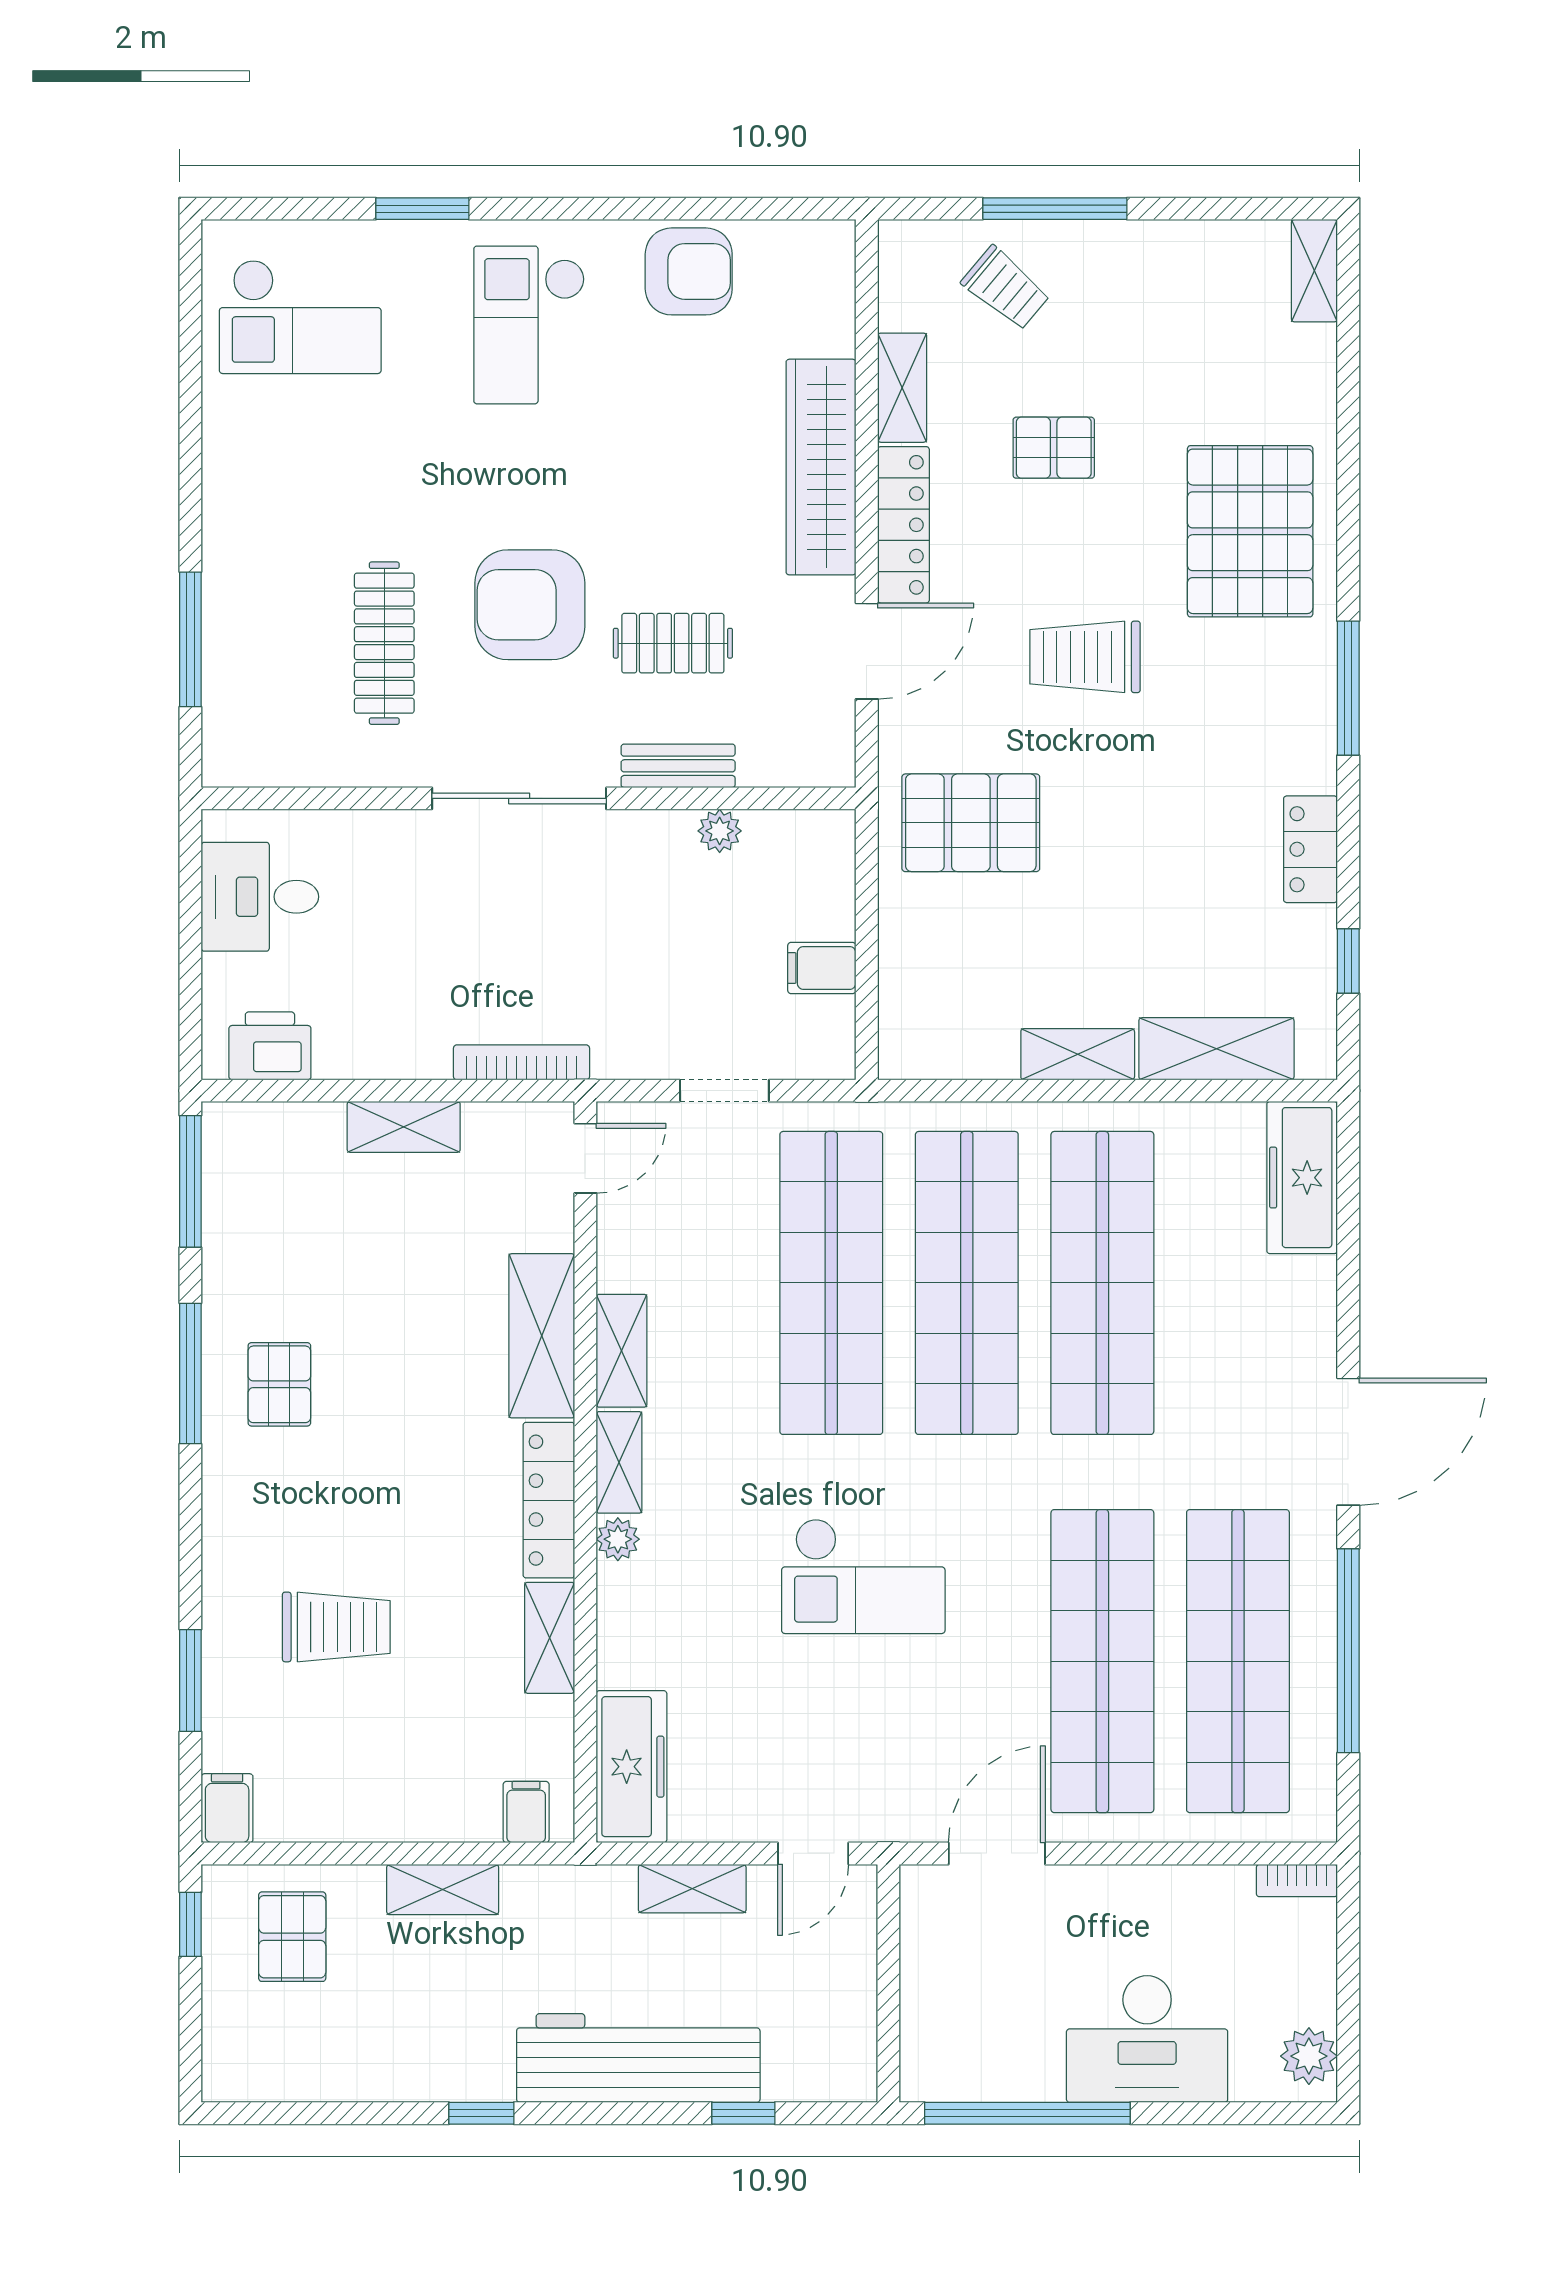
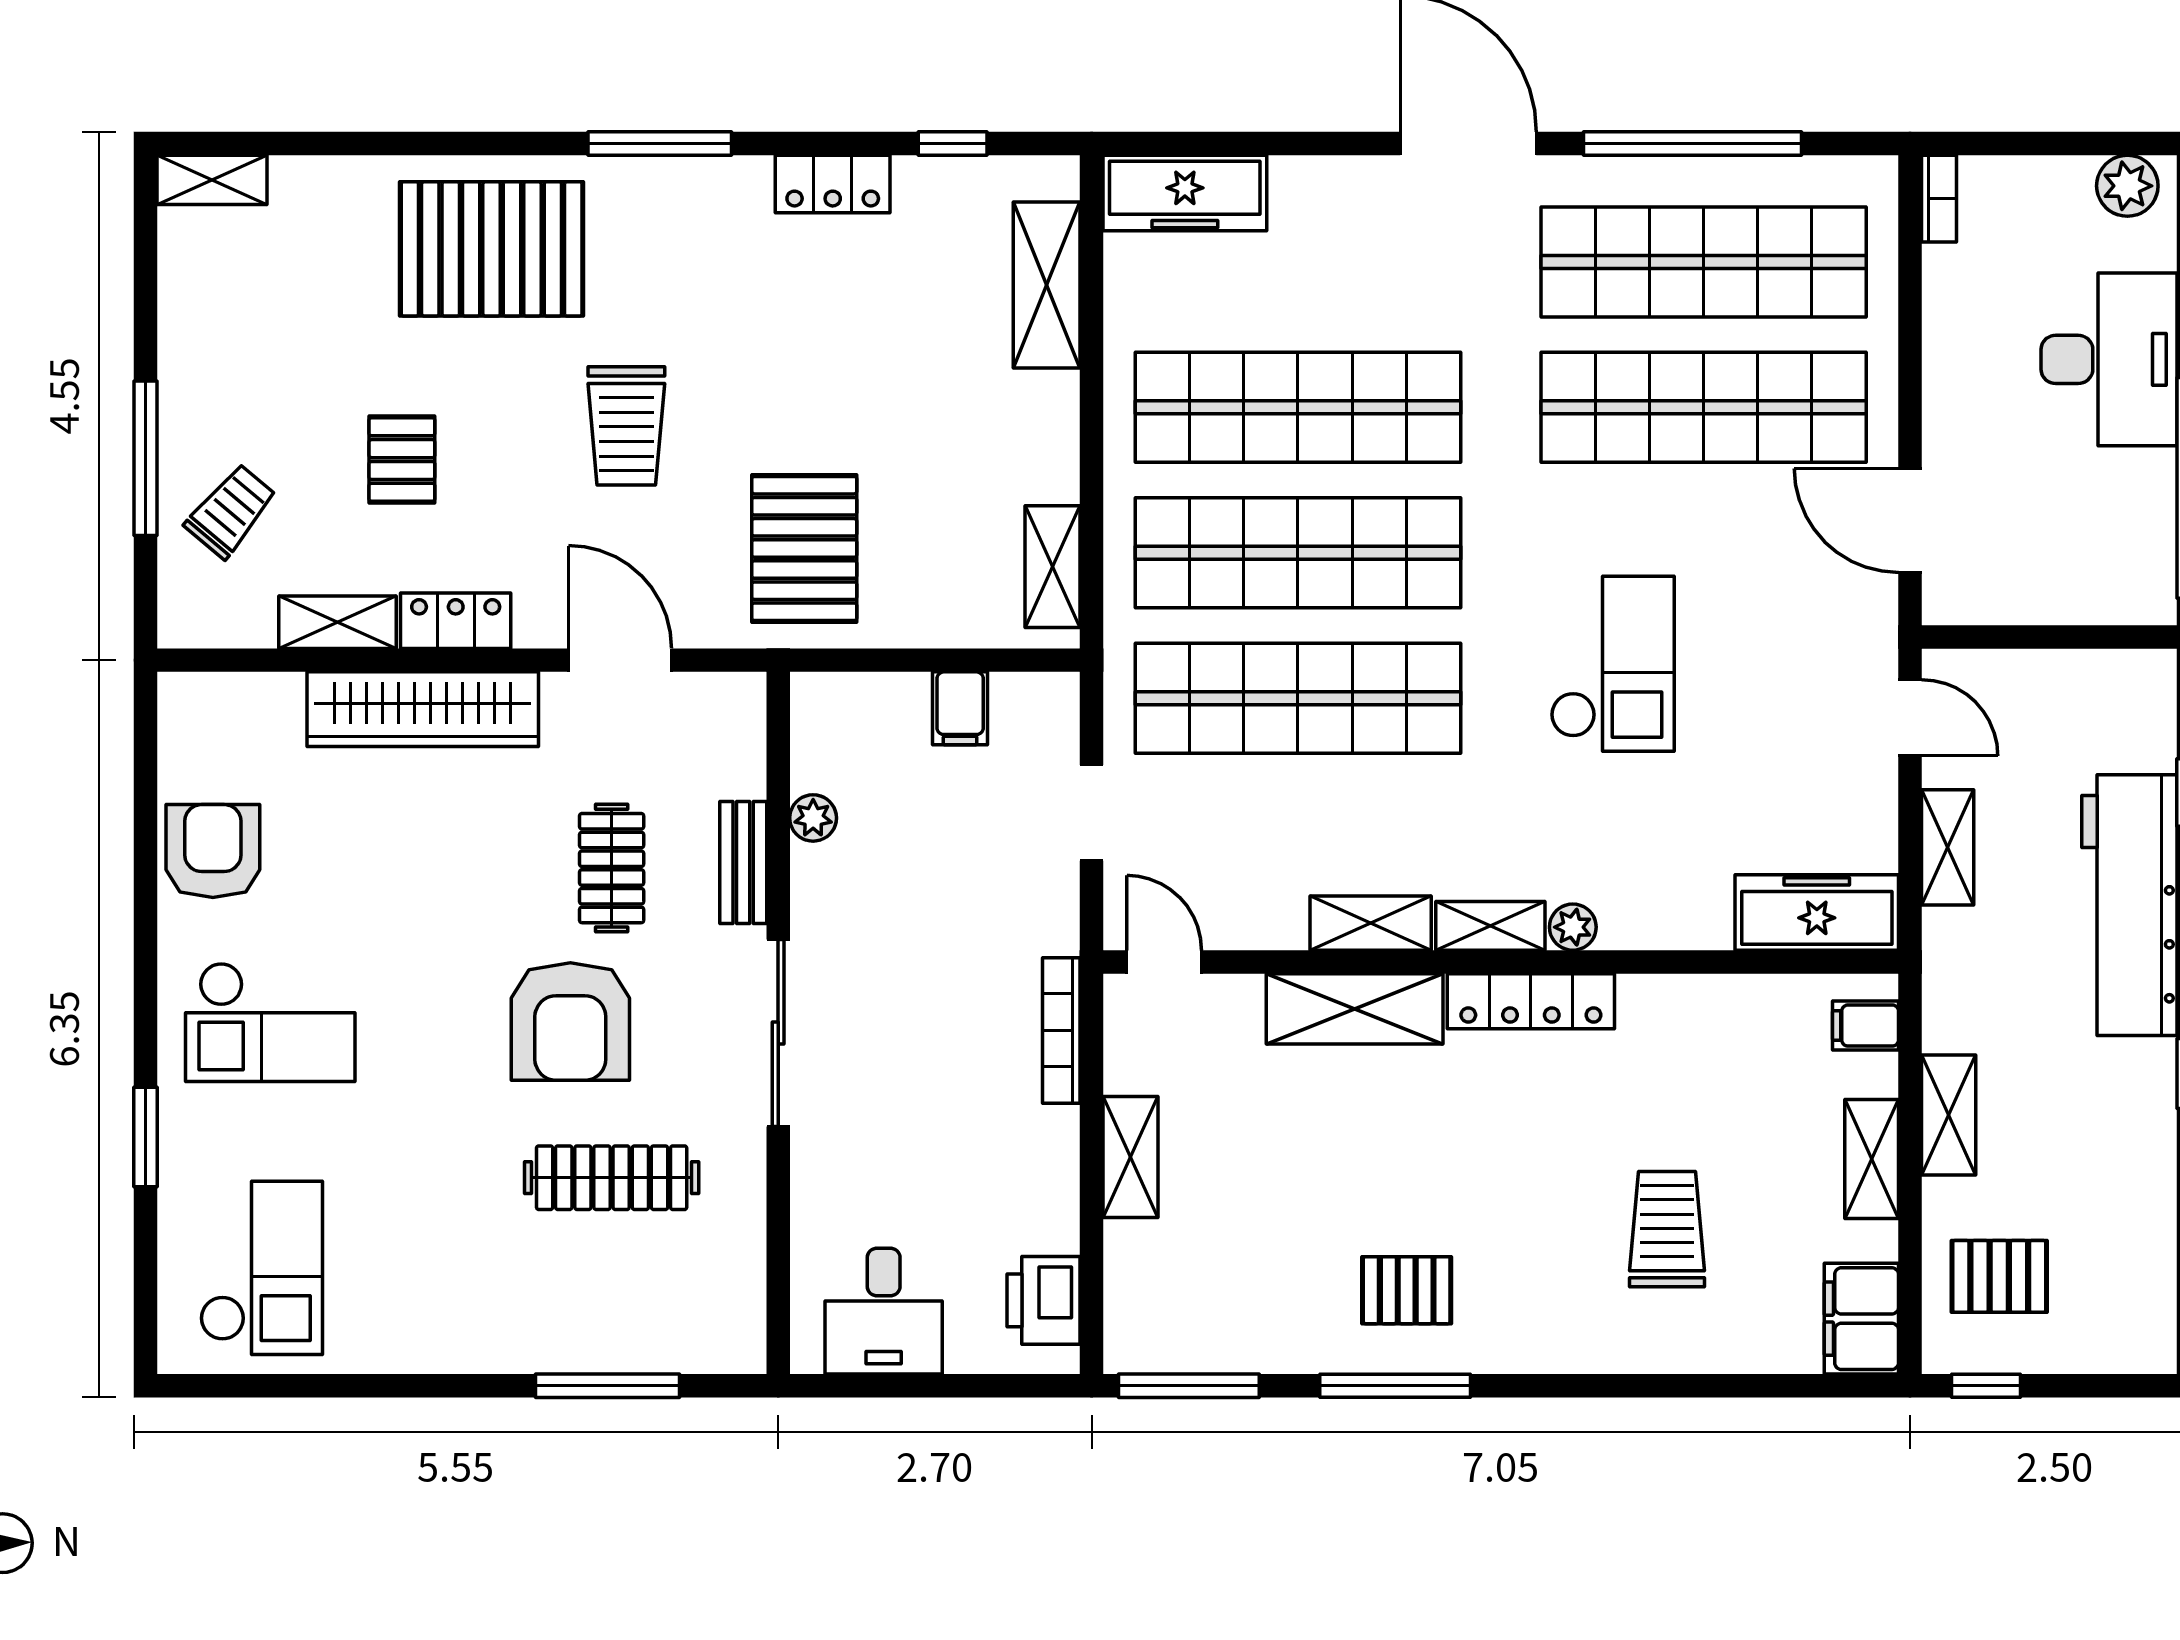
locker: (903, 525) -> (456, 621), width x0.66
shelving: (1078, 1054) -> (1053, 567), moved
shelving: (550, 1638) -> (1872, 1159), moved, turned 90
window: (190, 1680) -> (1724, 1386), removed
filing cabinet: (227, 1808) -> (1861, 1319), width x2.00

